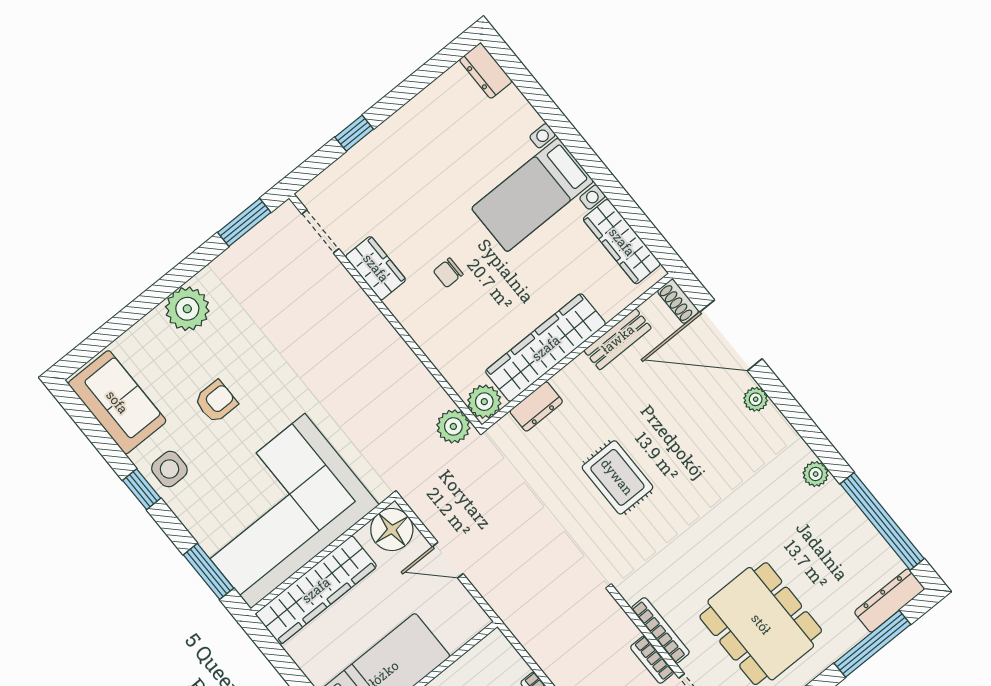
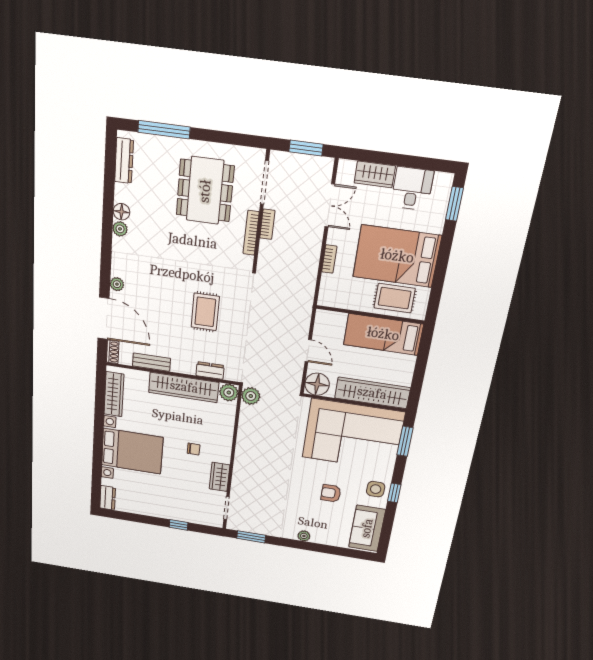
bed with nightstands: (533, 195) -> (132, 451), width x1.36
plant: (187, 309) -> (304, 536), width x0.53, depth x0.53
floor lamp: (833, 497) -> (121, 212), added
window: (882, 521) -> (109, 179), removed
dresser: (889, 600) -> (124, 161), moved, turned -90

